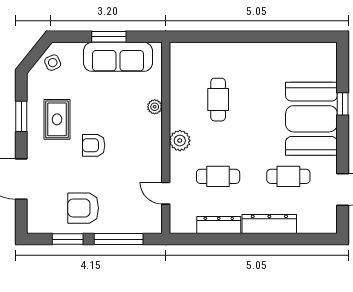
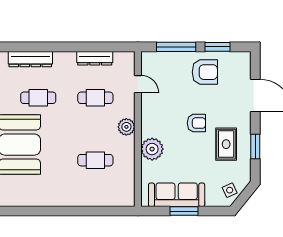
cafe table: (218, 100) -> (95, 160), turned 90
plant: (155, 107) -> (152, 149), width x1.87, depth x1.87
dresser: (269, 224) -> (30, 59), moved

